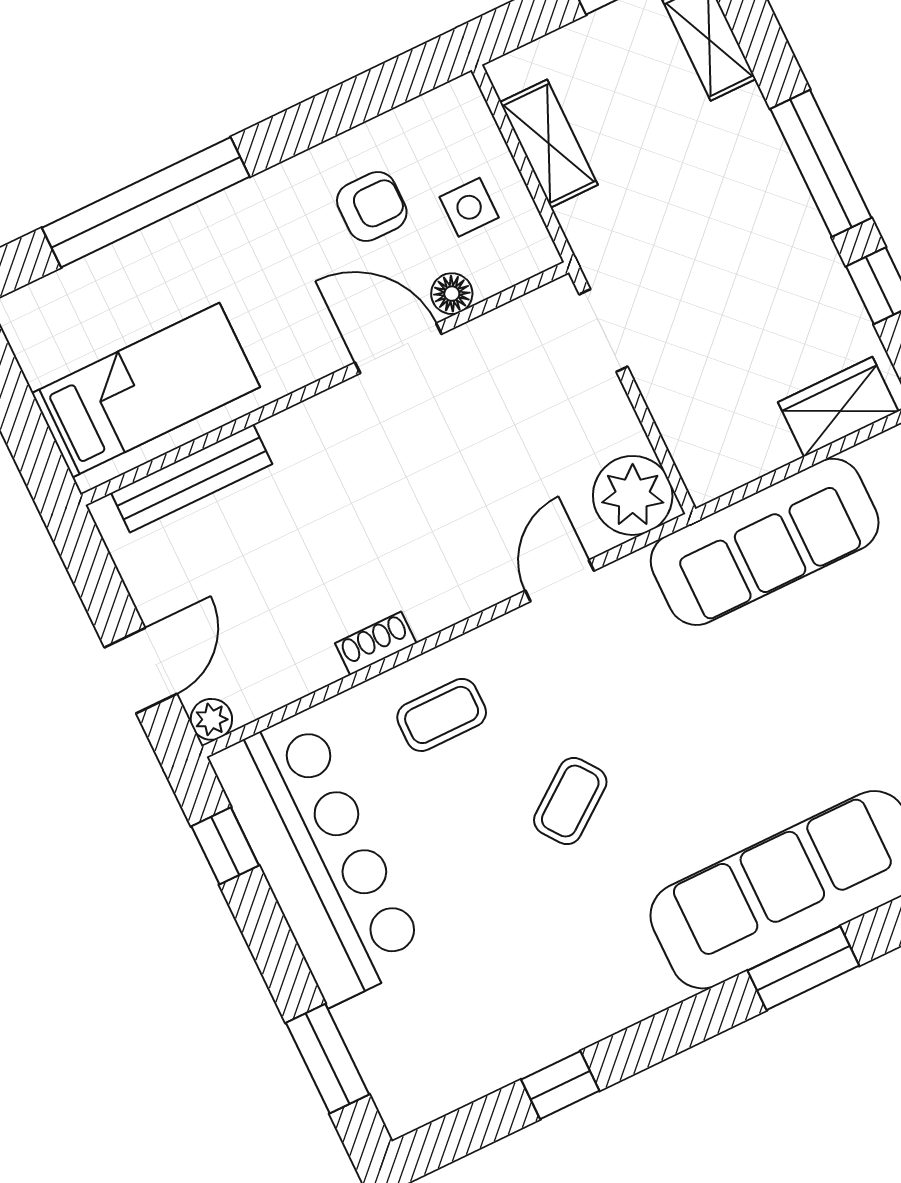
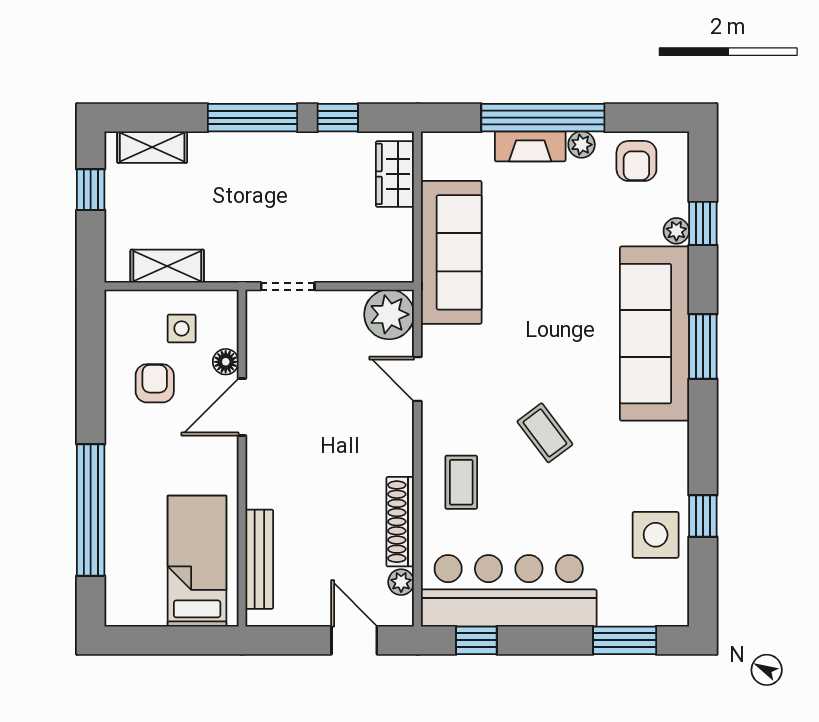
shoe rack: (376, 643) -> (400, 522), width x1.94, depth x1.24
plant: (211, 719) -> (401, 582), moved
side table: (500, 1030) -> (656, 535), added

